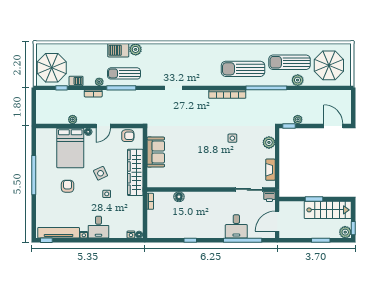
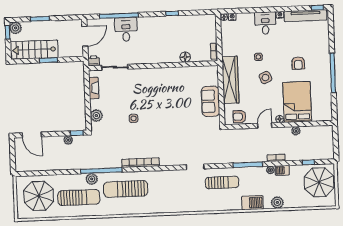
plant: (136, 49) -> (277, 202), moved
sun lounger: (243, 69) -> (126, 189), turned 180
sun lounger: (124, 73) -> (222, 182), moved
plant: (298, 80) -> (92, 179), moved
barbecue: (76, 81) -> (282, 170), moved

